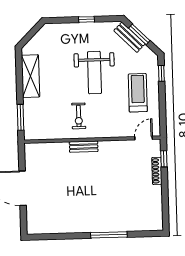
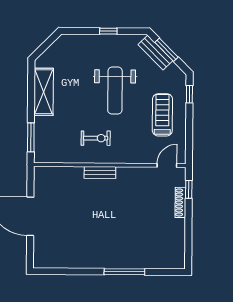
exercise bike: (79, 116) -> (96, 138), turned -90

